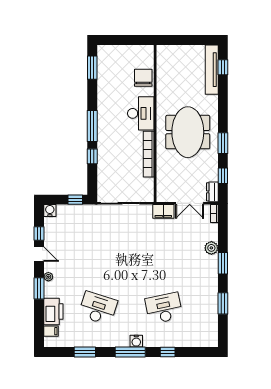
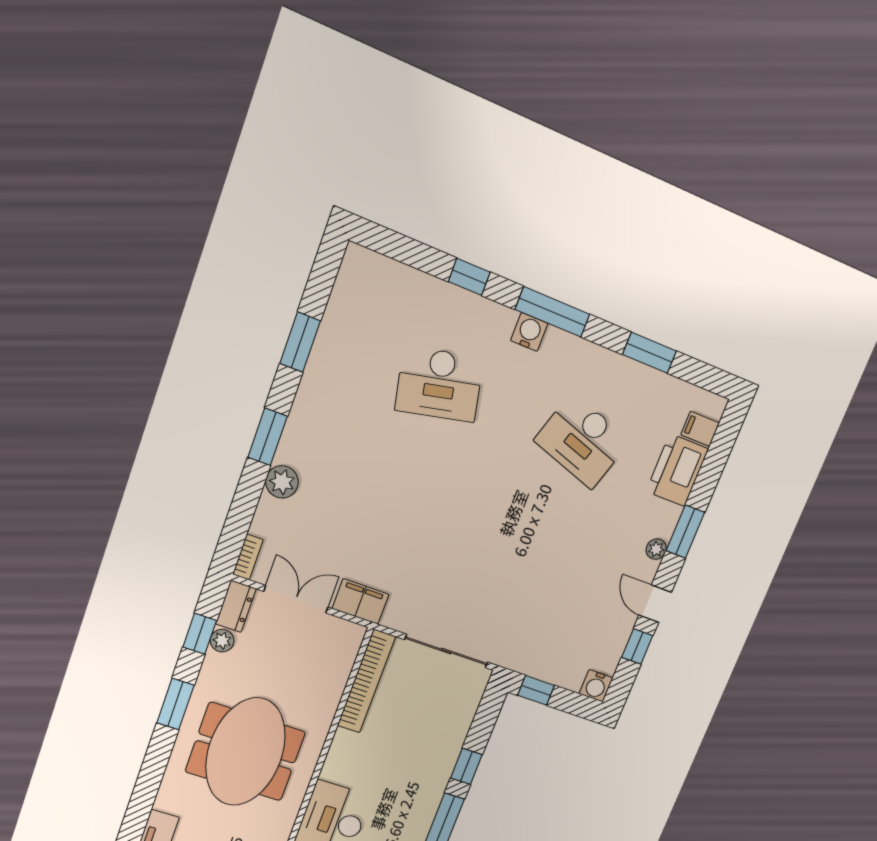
bookcase: (149, 154) -> (366, 681), moved
plant: (213, 176) -> (222, 641), added

